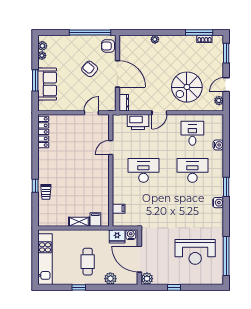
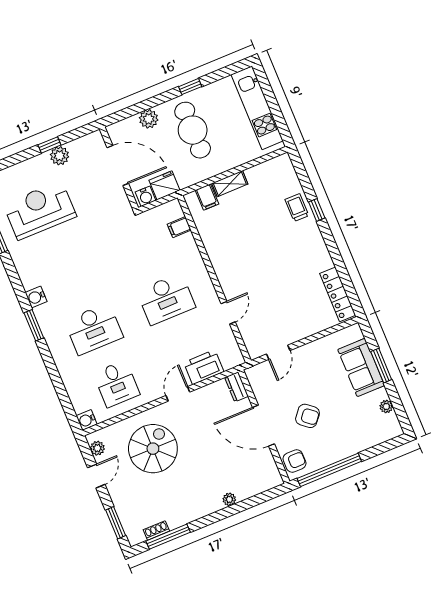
plant: (42, 46) -> (391, 421), removed
water cooler: (218, 145) -> (87, 420), moved
cafe table: (88, 262) -> (193, 130), width x1.37, depth x1.35
plant: (147, 279) -> (60, 156), moved

